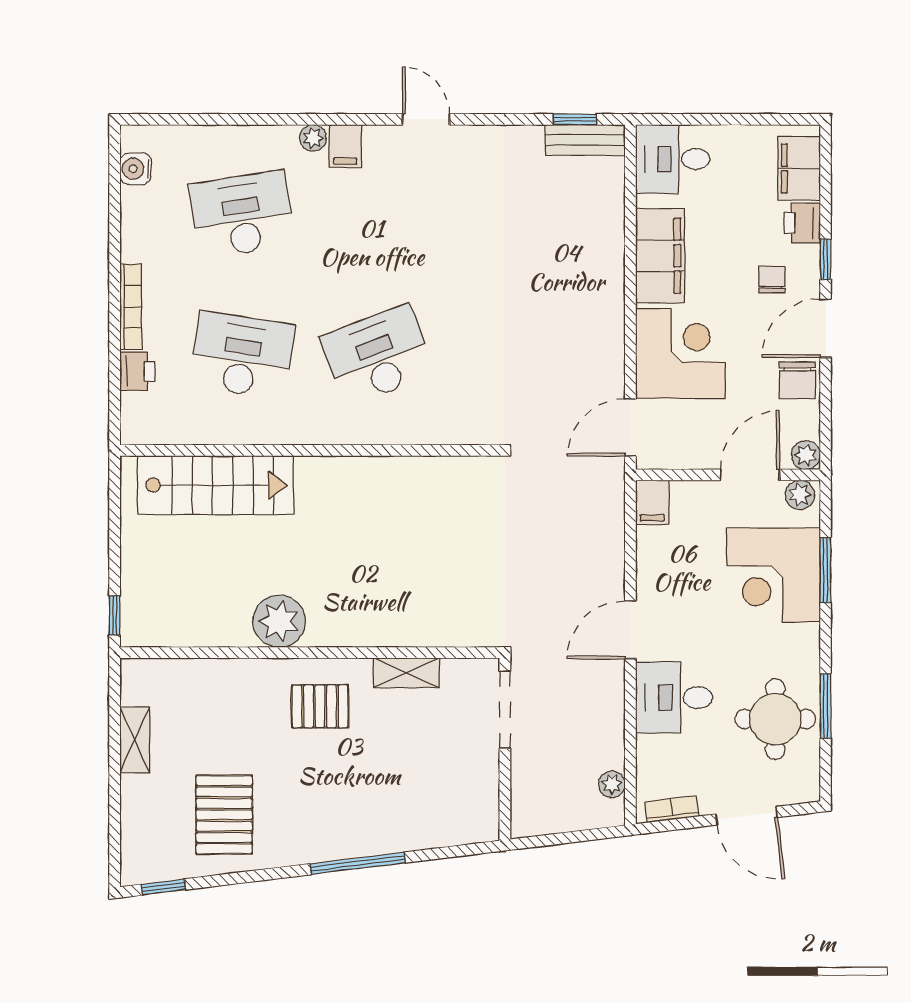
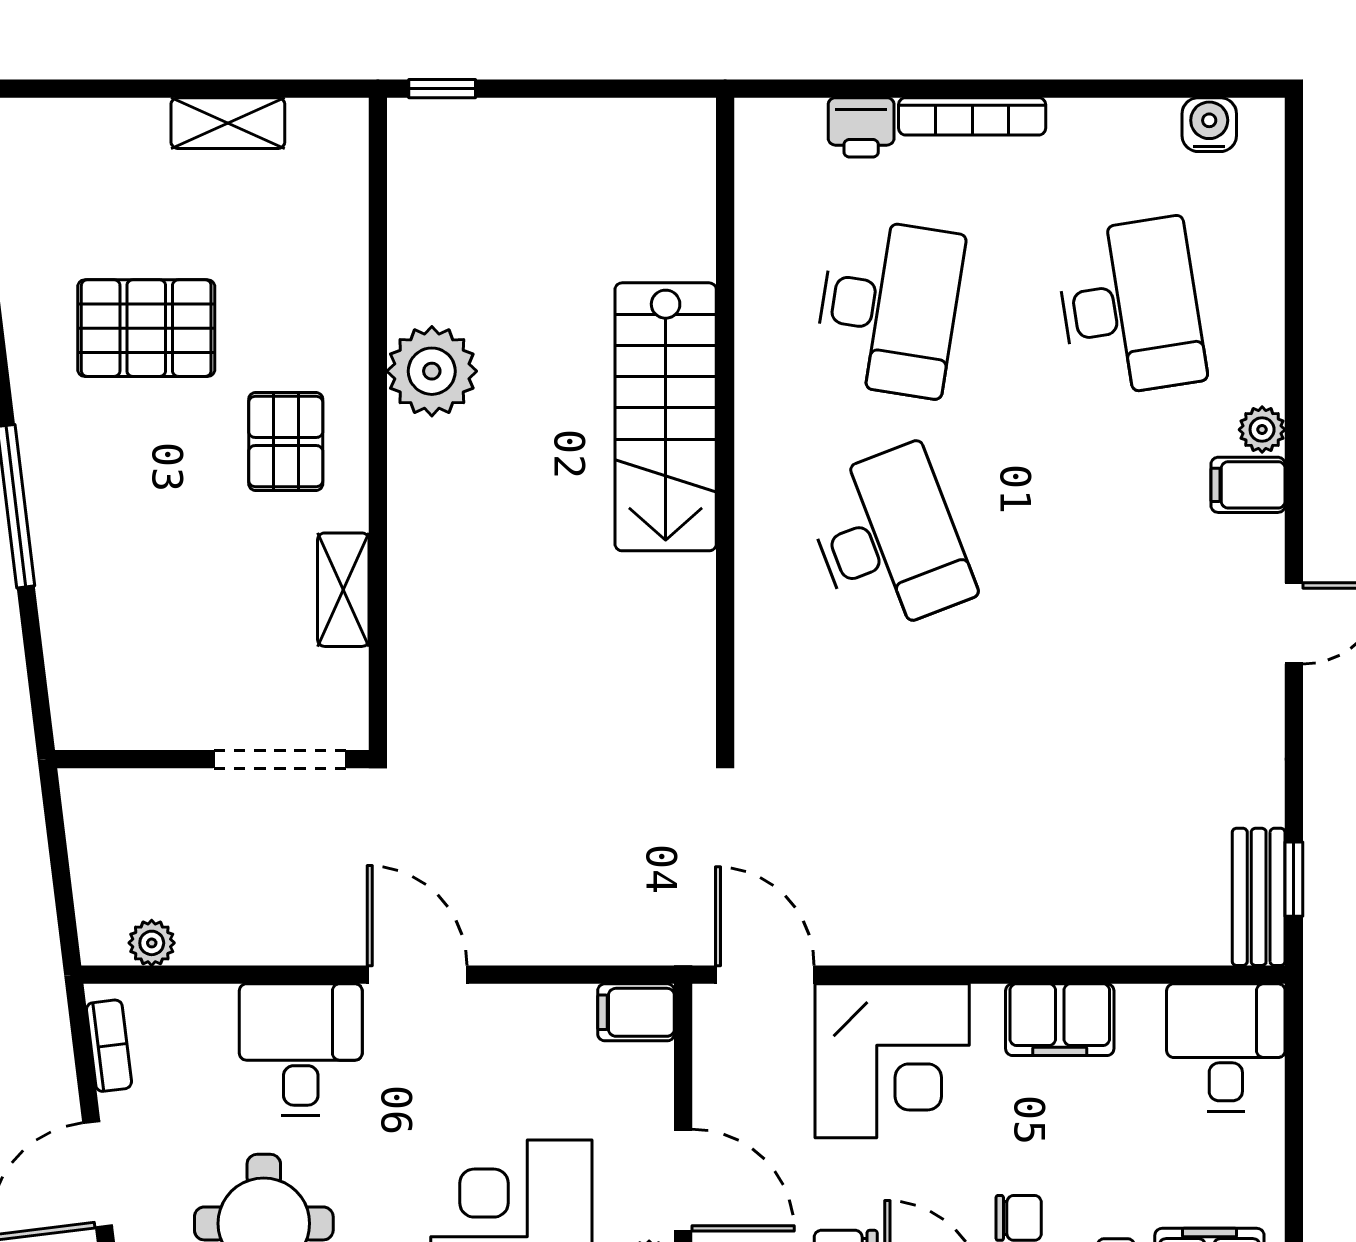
filing cabinet: (660, 256) -> (1060, 1020), width x0.67, depth x0.86
stairs: (216, 485) -> (666, 417), moved
pallet: (224, 815) -> (146, 328), moved

